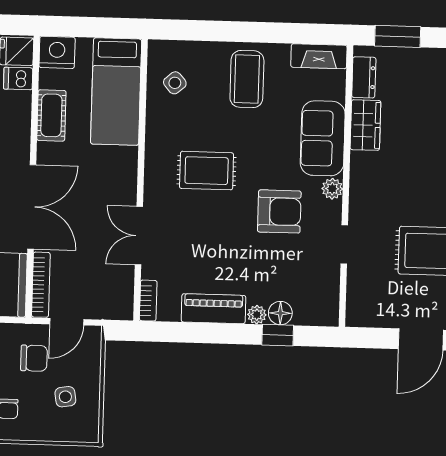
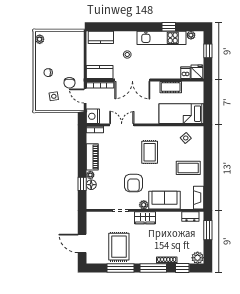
nightstand: (57, 52) -> (93, 116), moved, turned 180
wardrobe: (365, 125) -> (145, 218), moved

